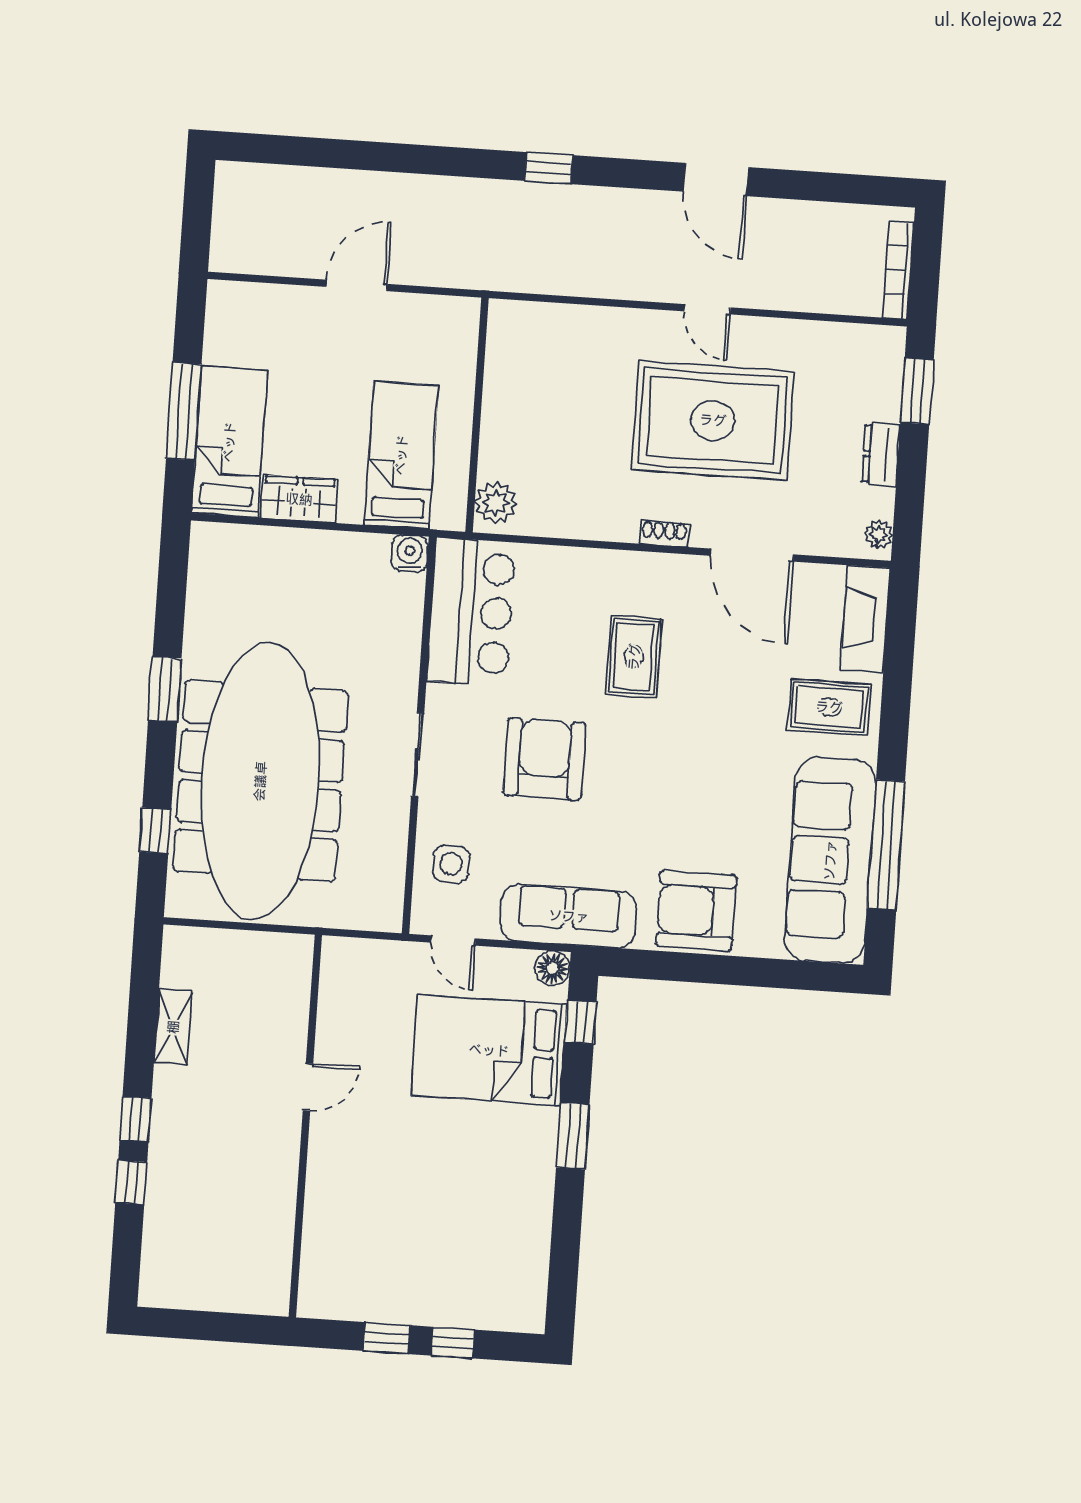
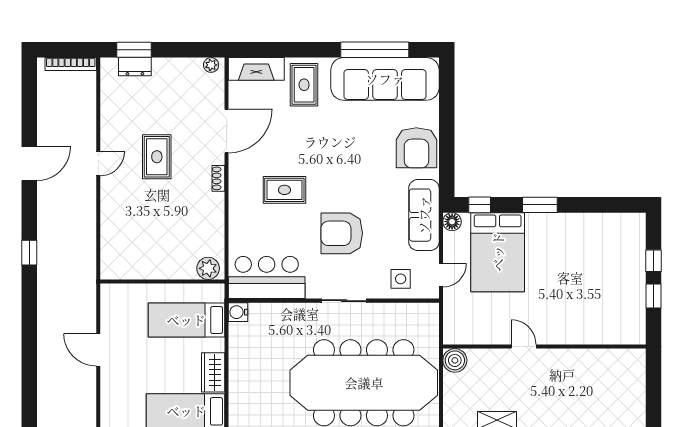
rug: (713, 420) -> (157, 157), width x0.54, depth x0.49
dresser: (881, 454) -> (135, 67), moved
boiler: (291, 956) -> (455, 360), added

